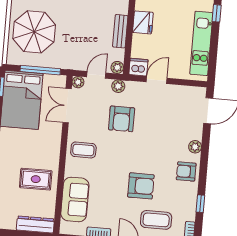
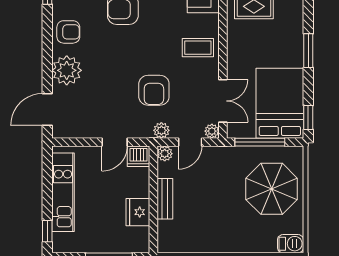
armchair: (122, 119) -> (154, 90), turned 180
plant: (195, 147) -> (67, 70), width x1.87, depth x1.87

